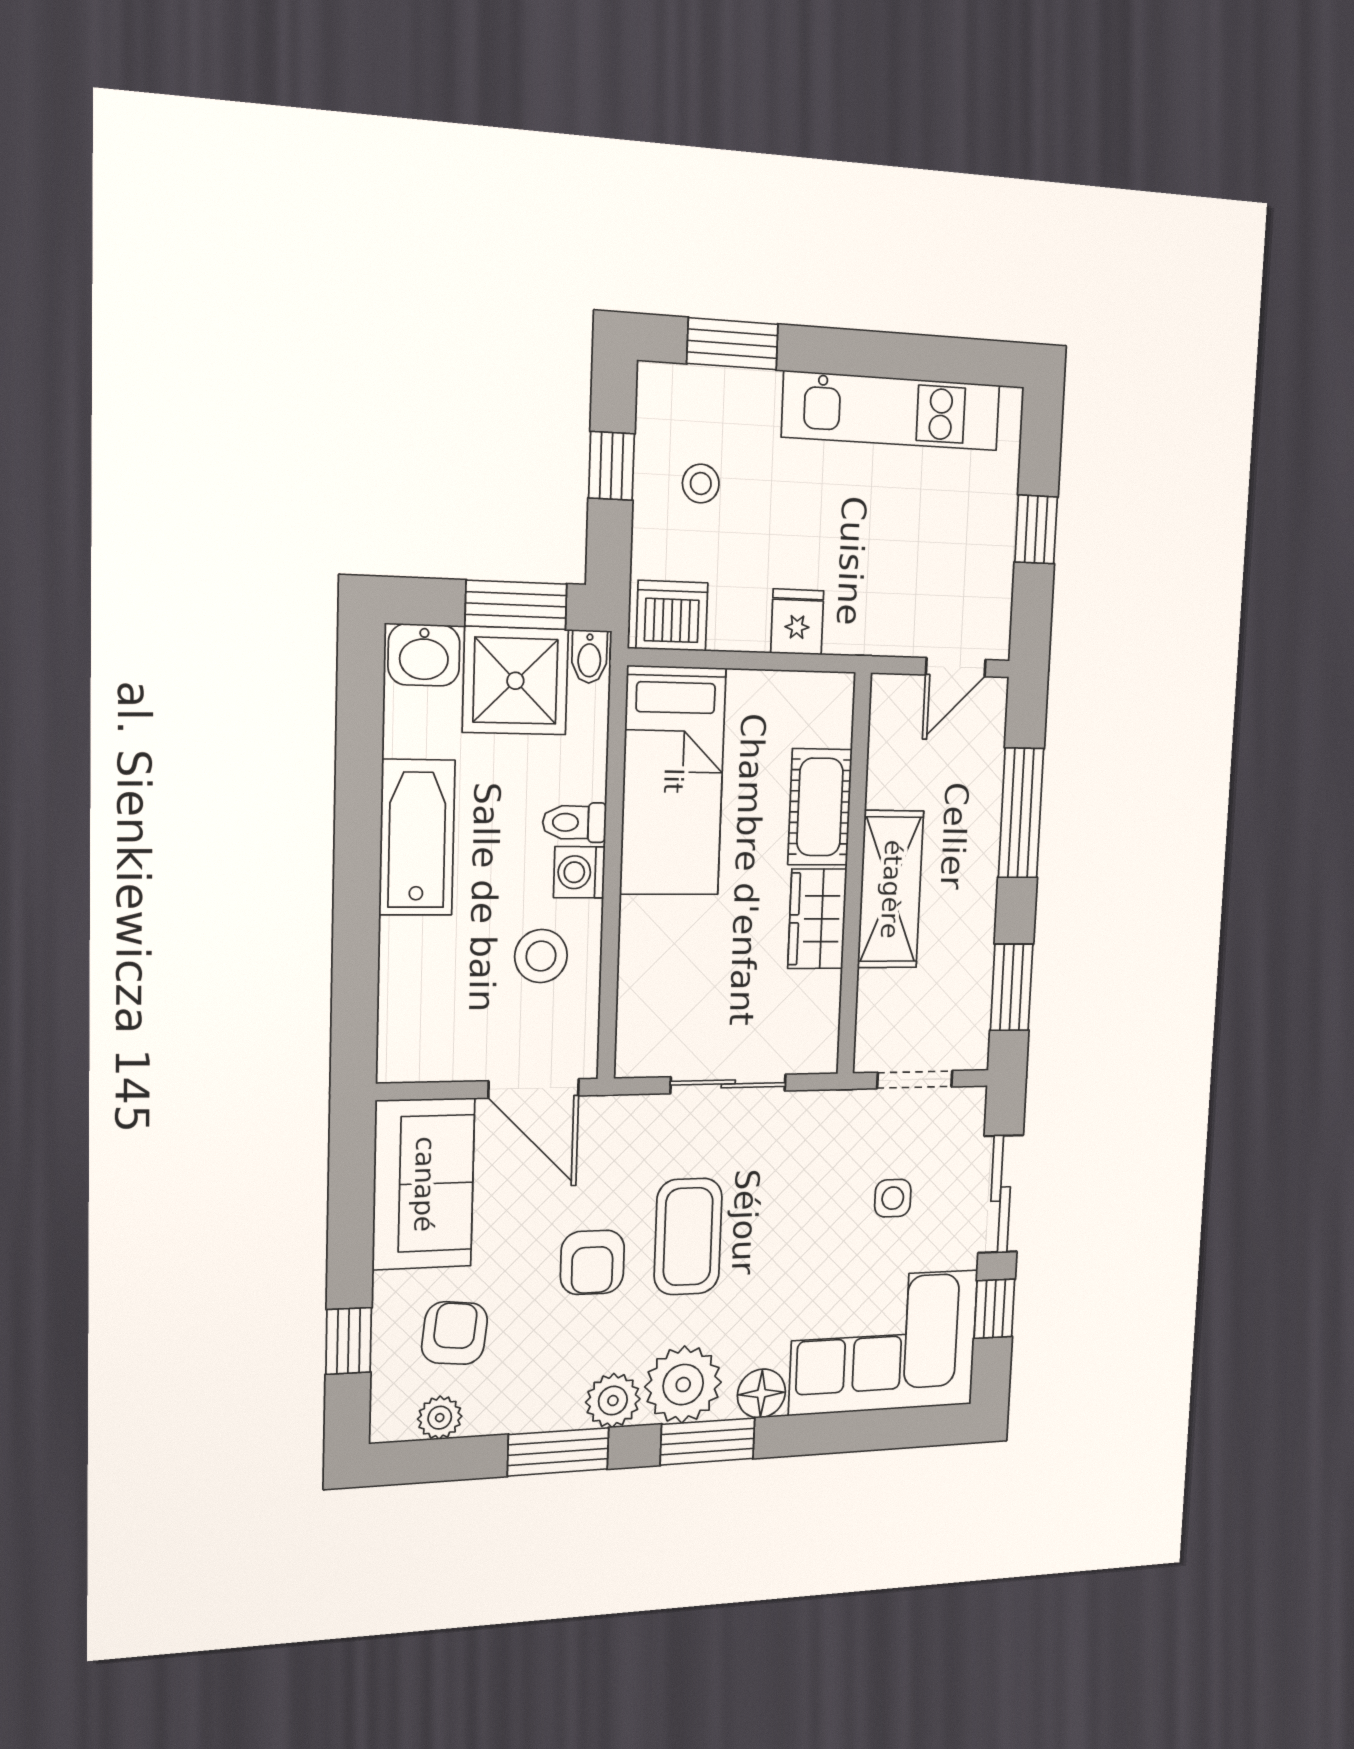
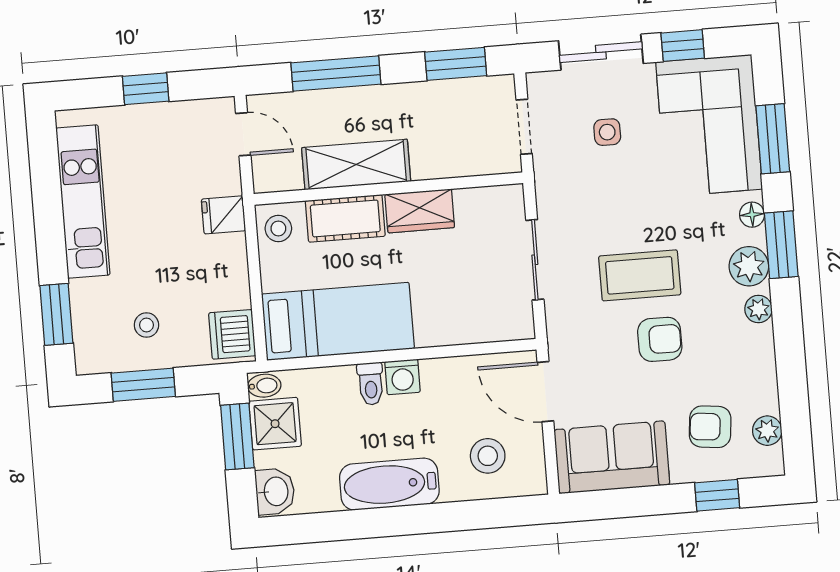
window: (612, 466) -> (143, 385), width x1.50
fridge: (797, 622) -> (223, 215), moved
shower: (515, 681) -> (275, 424), width x0.73, depth x0.73
stool: (818, 705) -> (278, 228), added
shelving: (891, 889) -> (356, 165), moved
stool: (541, 956) -> (488, 456), moved
door: (534, 1088) -> (545, 392), swing flipped
plant: (683, 1385) -> (749, 266), width x0.73, depth x0.73
floor lamp: (761, 1394) -> (752, 215), width x0.73, depth x0.73
plant: (613, 1401) -> (758, 309), width x0.73, depth x0.73
window: (558, 1452) -> (773, 139), moved

